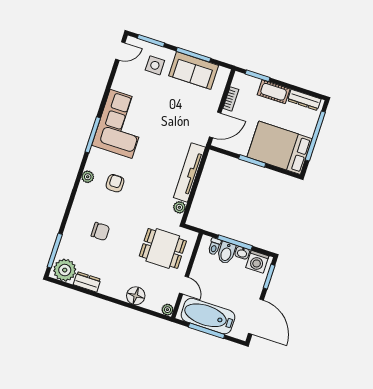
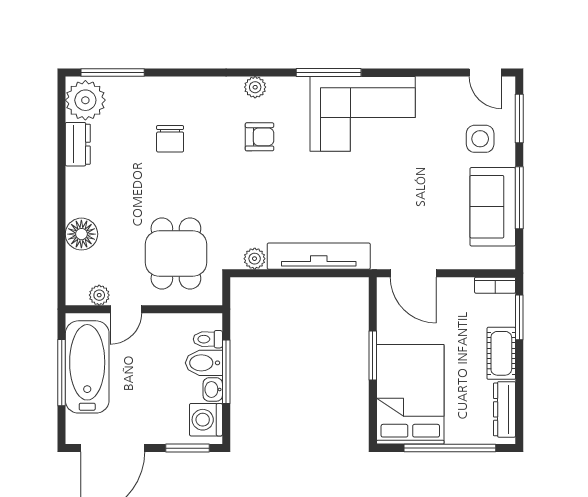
bookcase: (231, 99) -> (495, 285), moved
plant: (167, 310) -> (99, 295), moved

